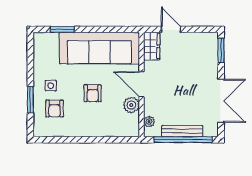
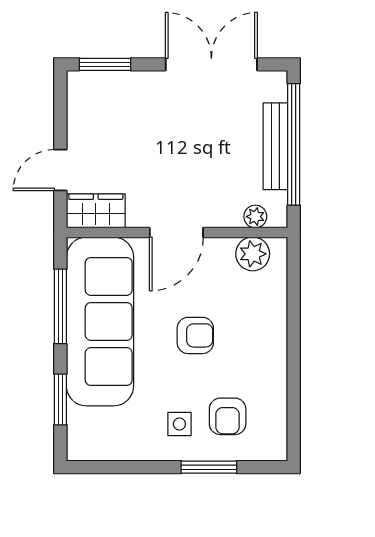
window: (106, 29) -> (60, 306), added
plant: (131, 105) -> (253, 254), moved
armchair: (54, 108) -> (228, 416), turned 90

